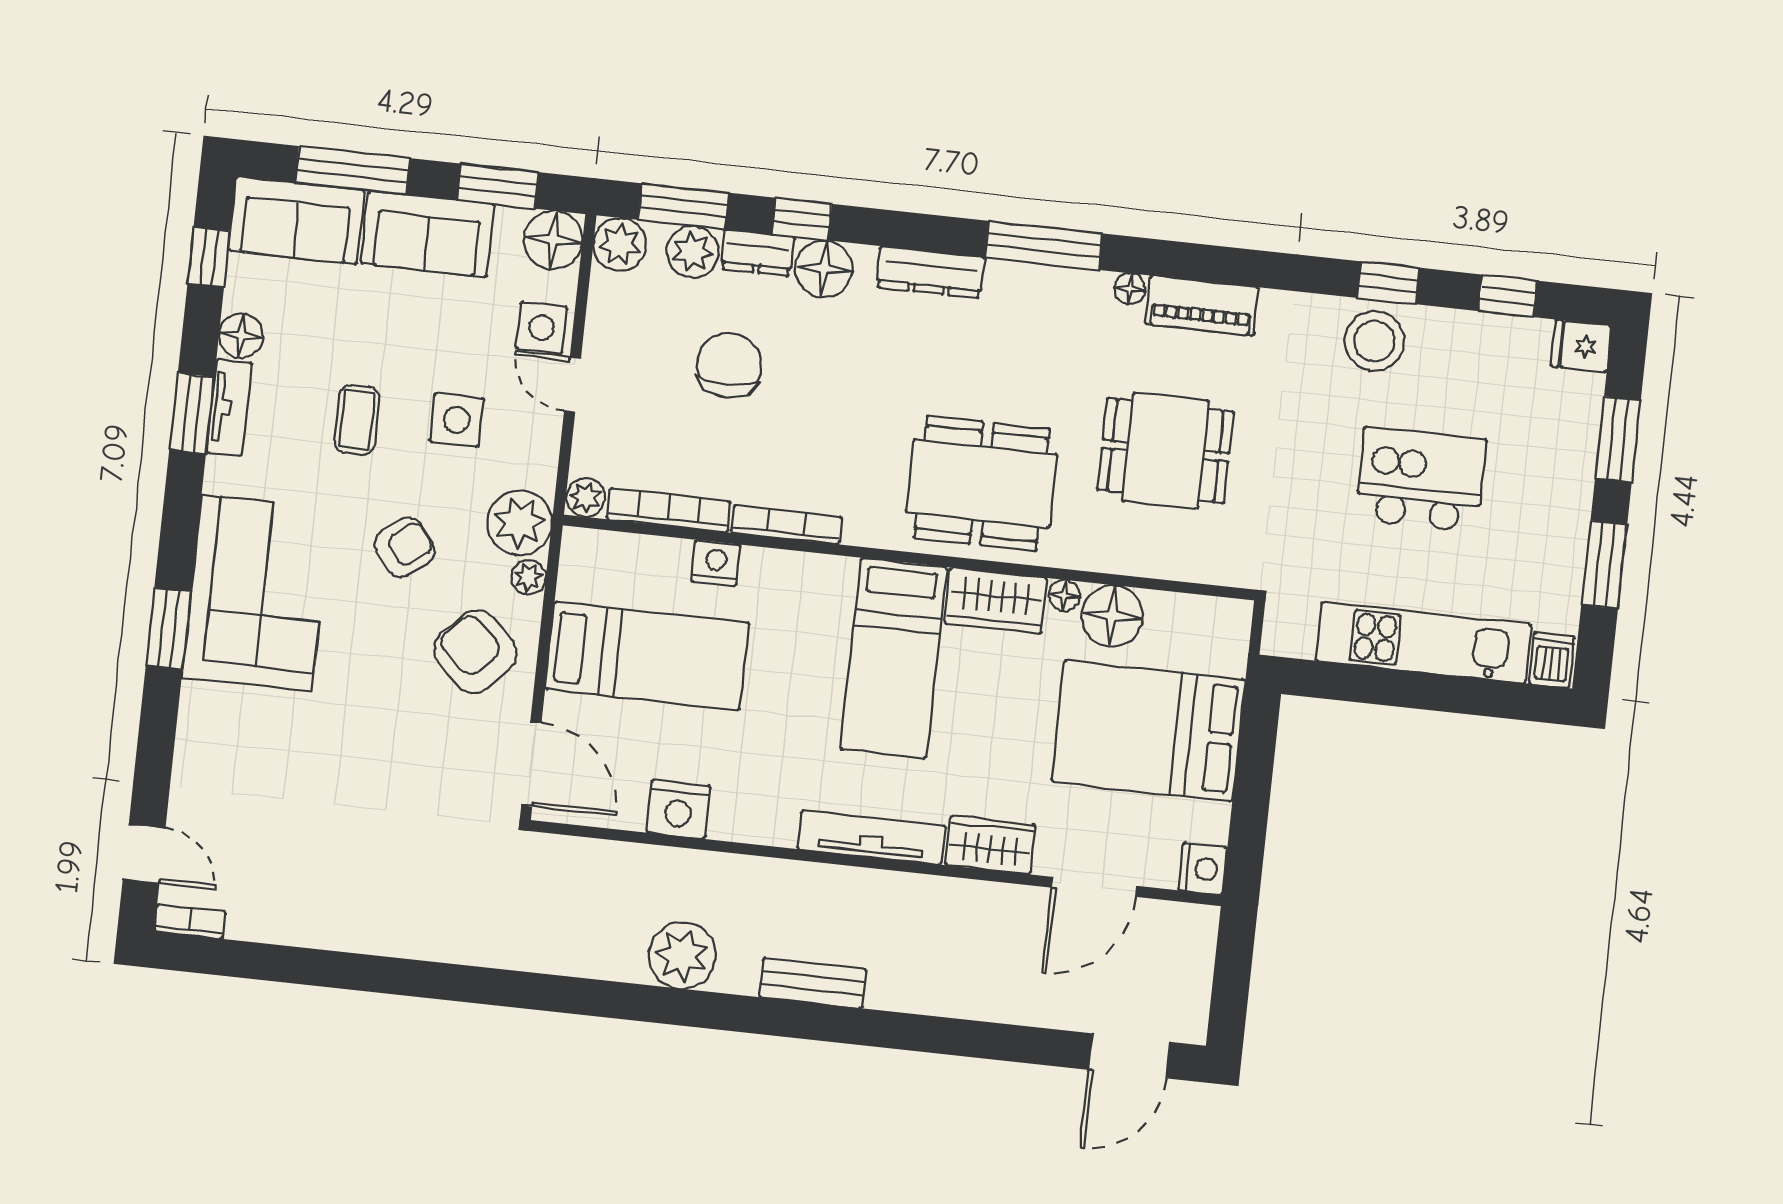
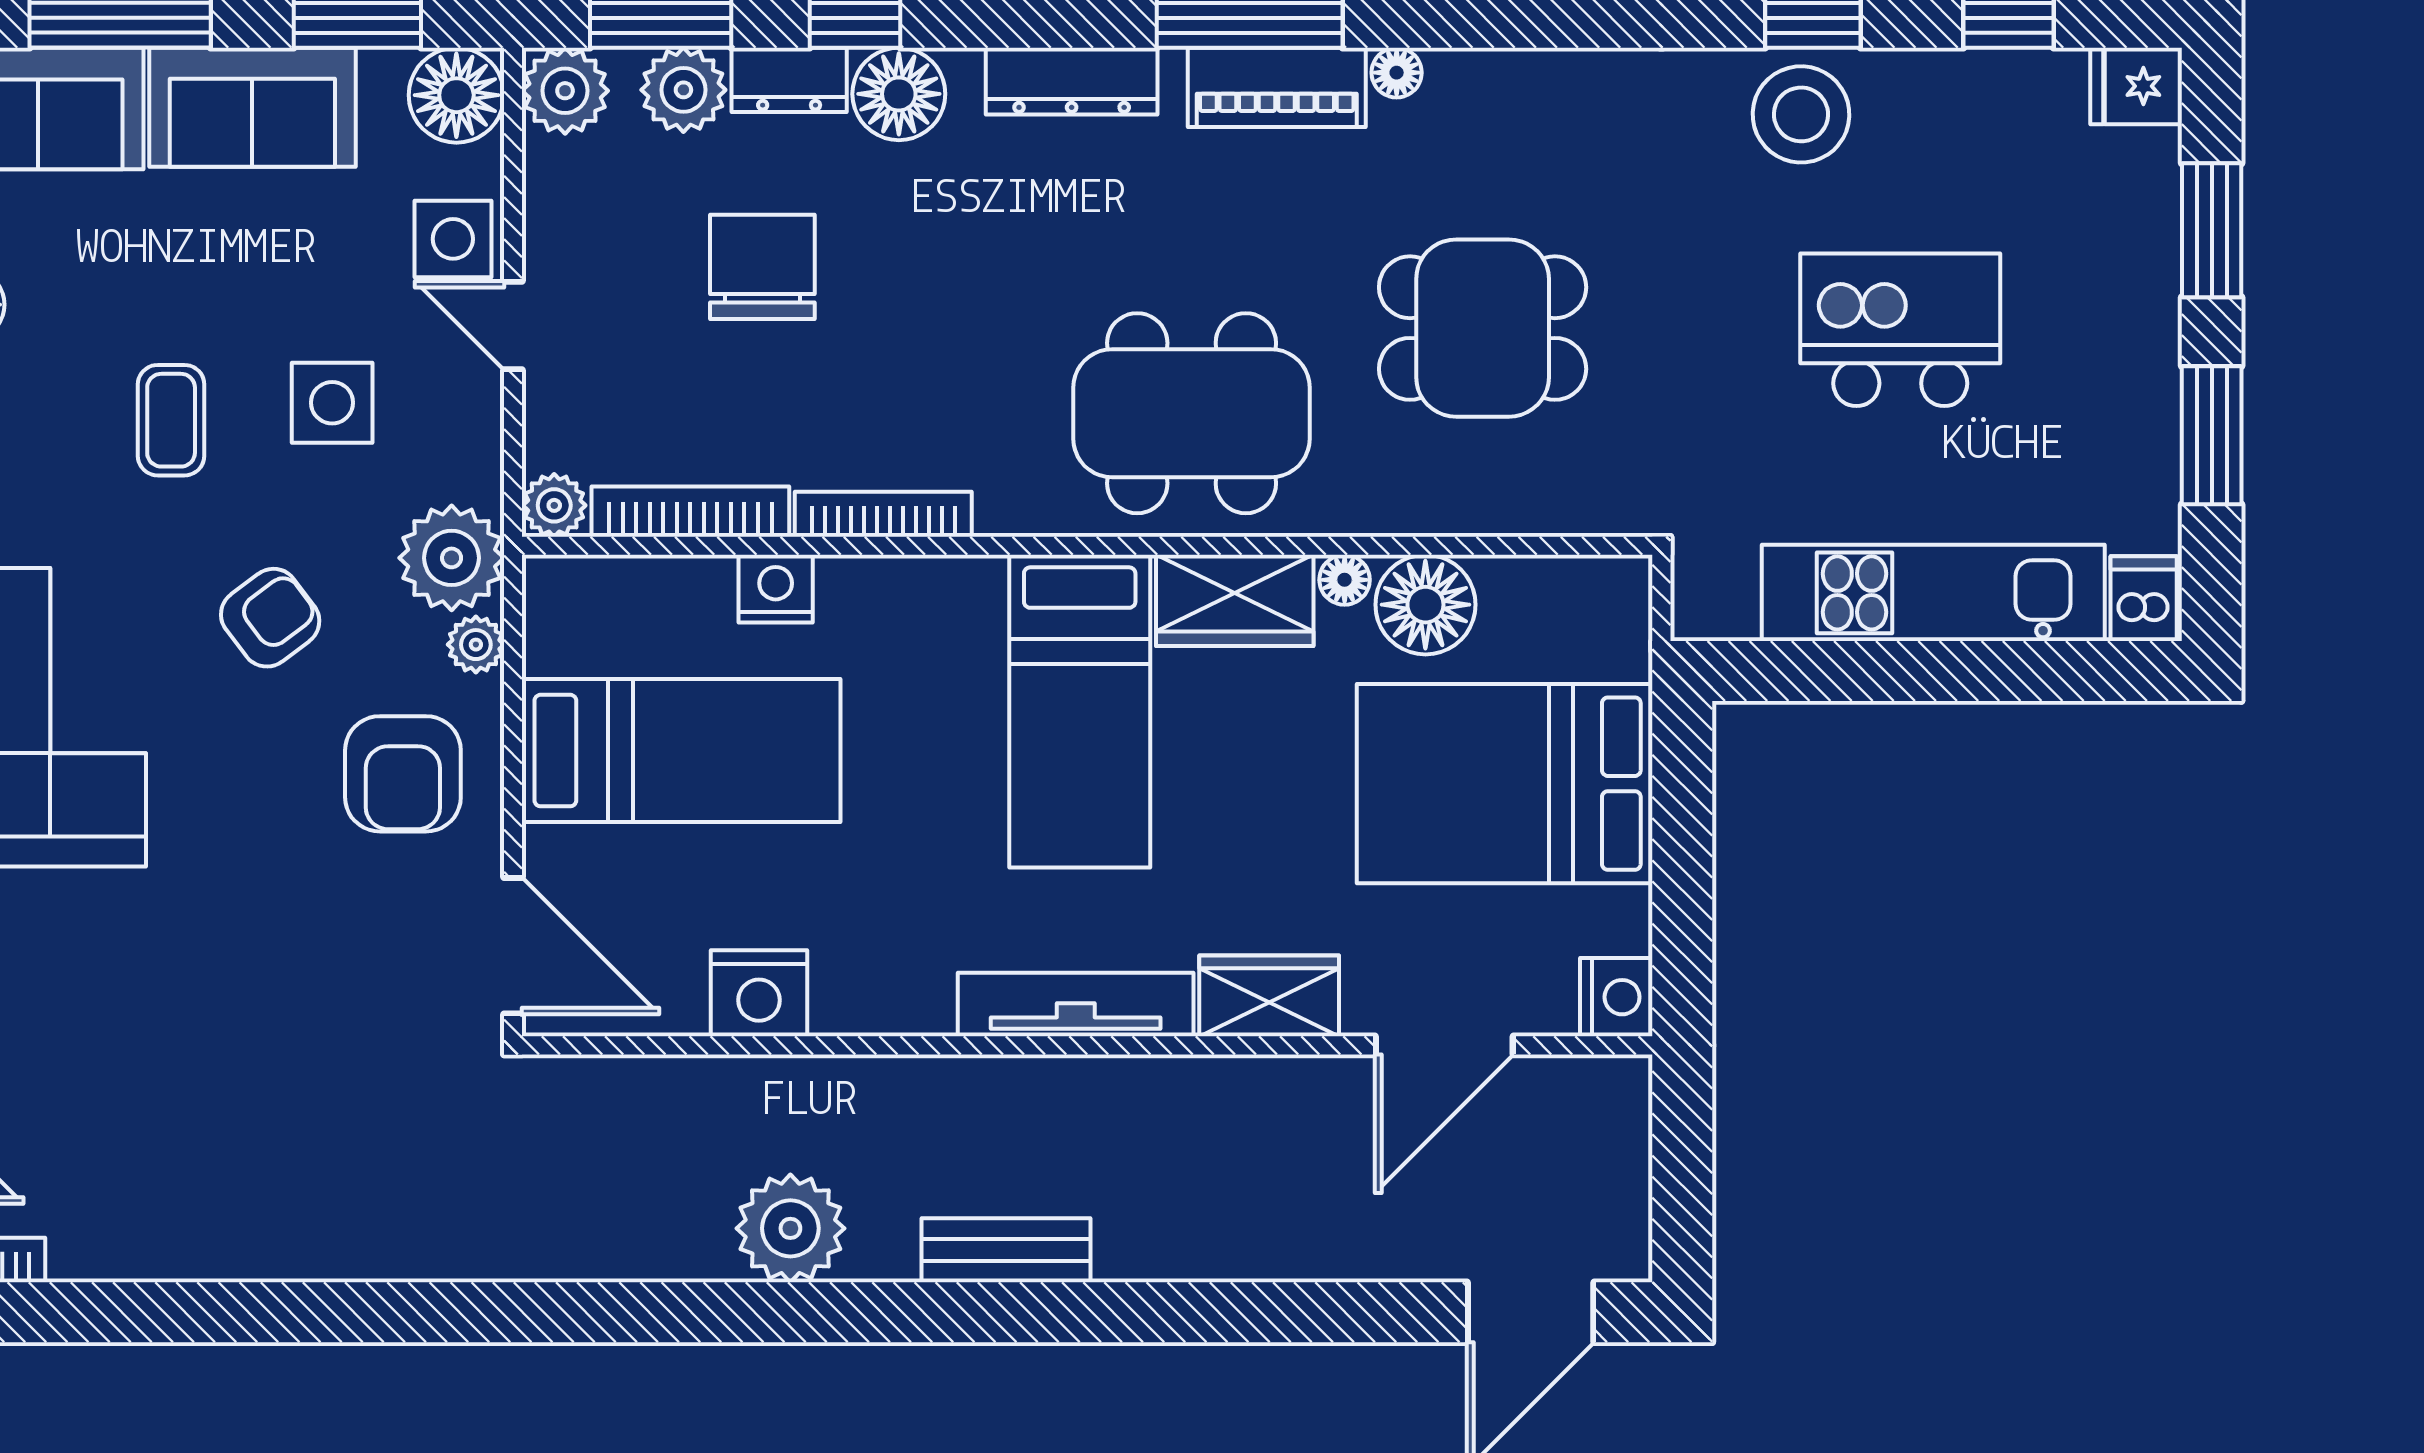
piano: (1202, 306) -> (1277, 87), moved
armchair: (475, 652) -> (403, 774), turned -134

